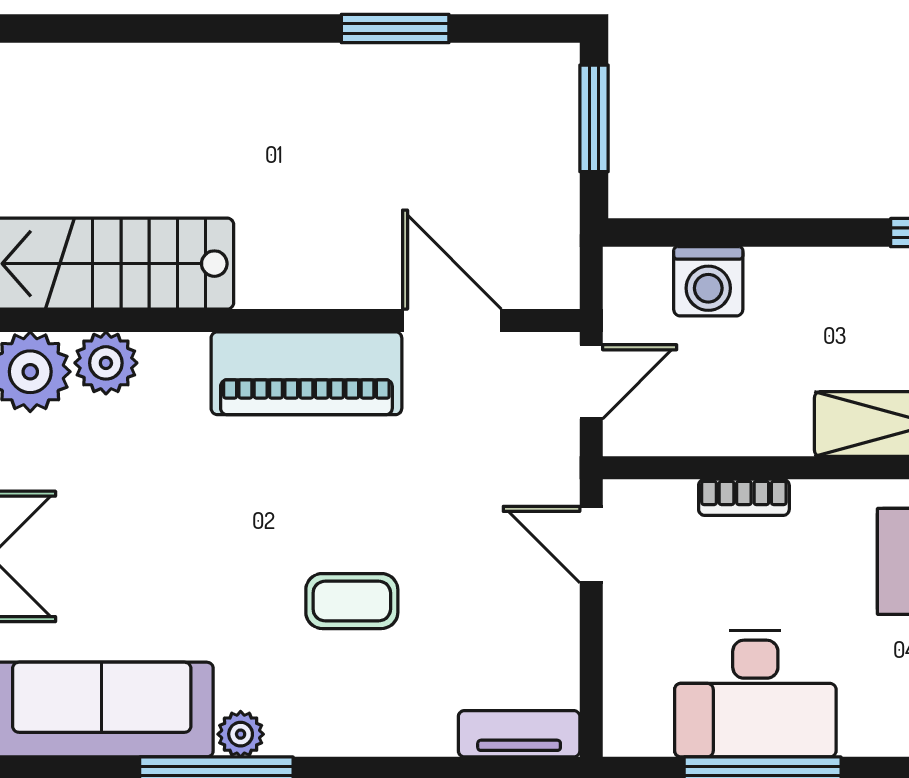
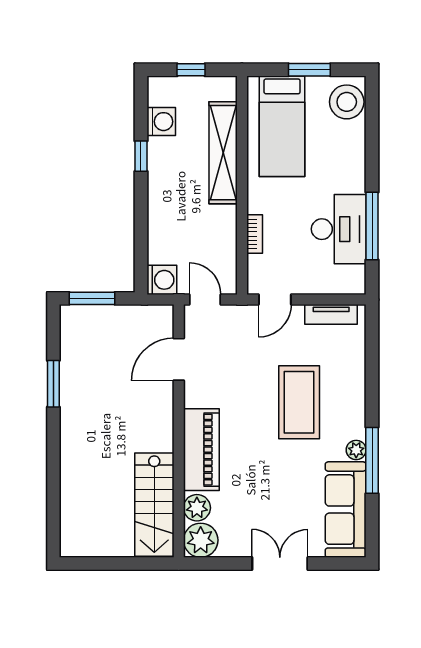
washing machine: (708, 281) -> (162, 280), moved
piano: (306, 373) -> (201, 450), moved
coffee table: (352, 601) -> (299, 402), width x1.86, depth x1.72
tv unit: (519, 734) -> (331, 314), moved, turned -90

